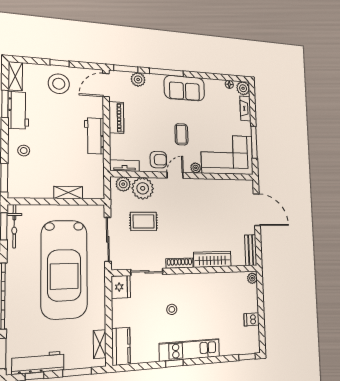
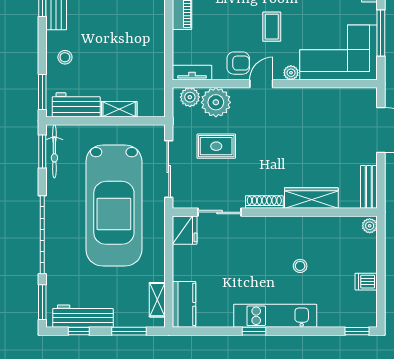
workbench: (94, 136) -> (76, 105), moved, turned 90
stool: (172, 309) -> (300, 266), moved

